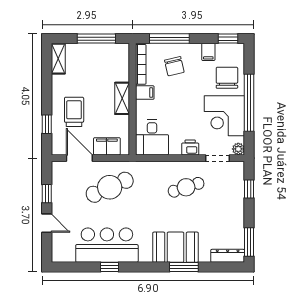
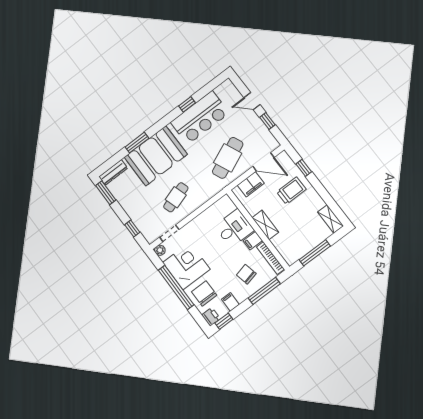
chair: (227, 78) -> (204, 293), turned 180
trolley: (74, 112) -> (291, 191), turned -90
desk: (152, 137) -> (234, 228), moved, turned 90
printer: (190, 147) -> (211, 317), moved, turned -90
booth: (176, 247) -> (156, 156), width x1.36, depth x1.42

